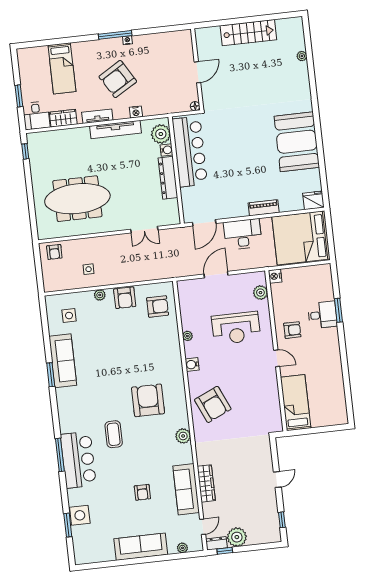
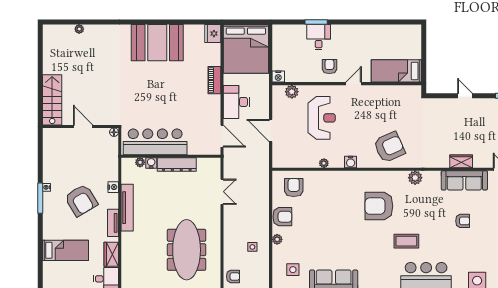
stairs: (248, 33) -> (52, 100), moved
plant: (161, 134) -> (140, 162), width x0.53, depth x0.53
wardrobe: (206, 483) -> (461, 161), width x0.67

